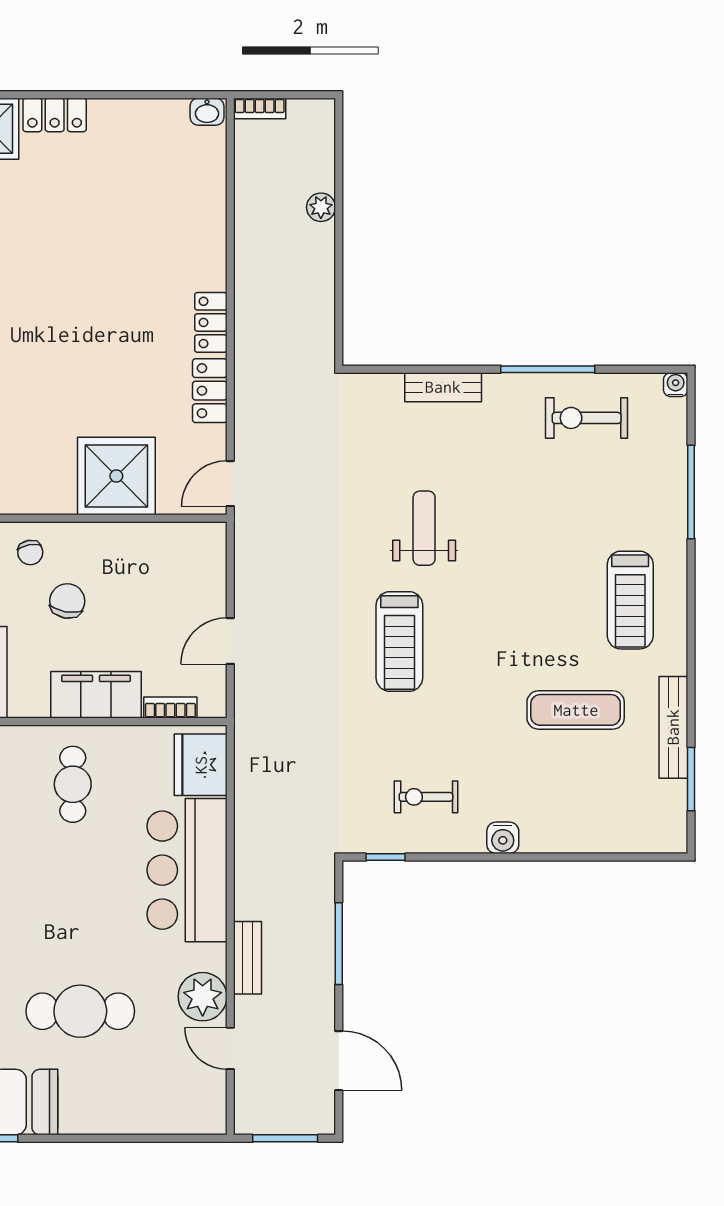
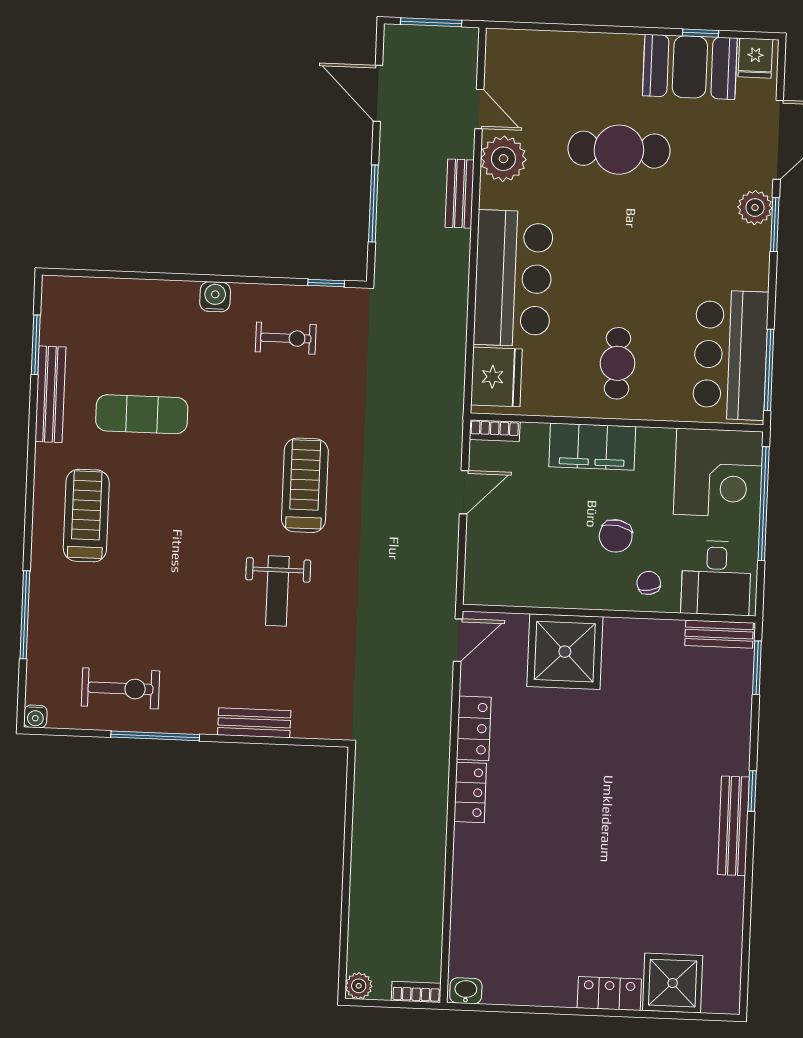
plant: (321, 207) -> (359, 986), moved
bookcase: (170, 708) -> (495, 431), moved

